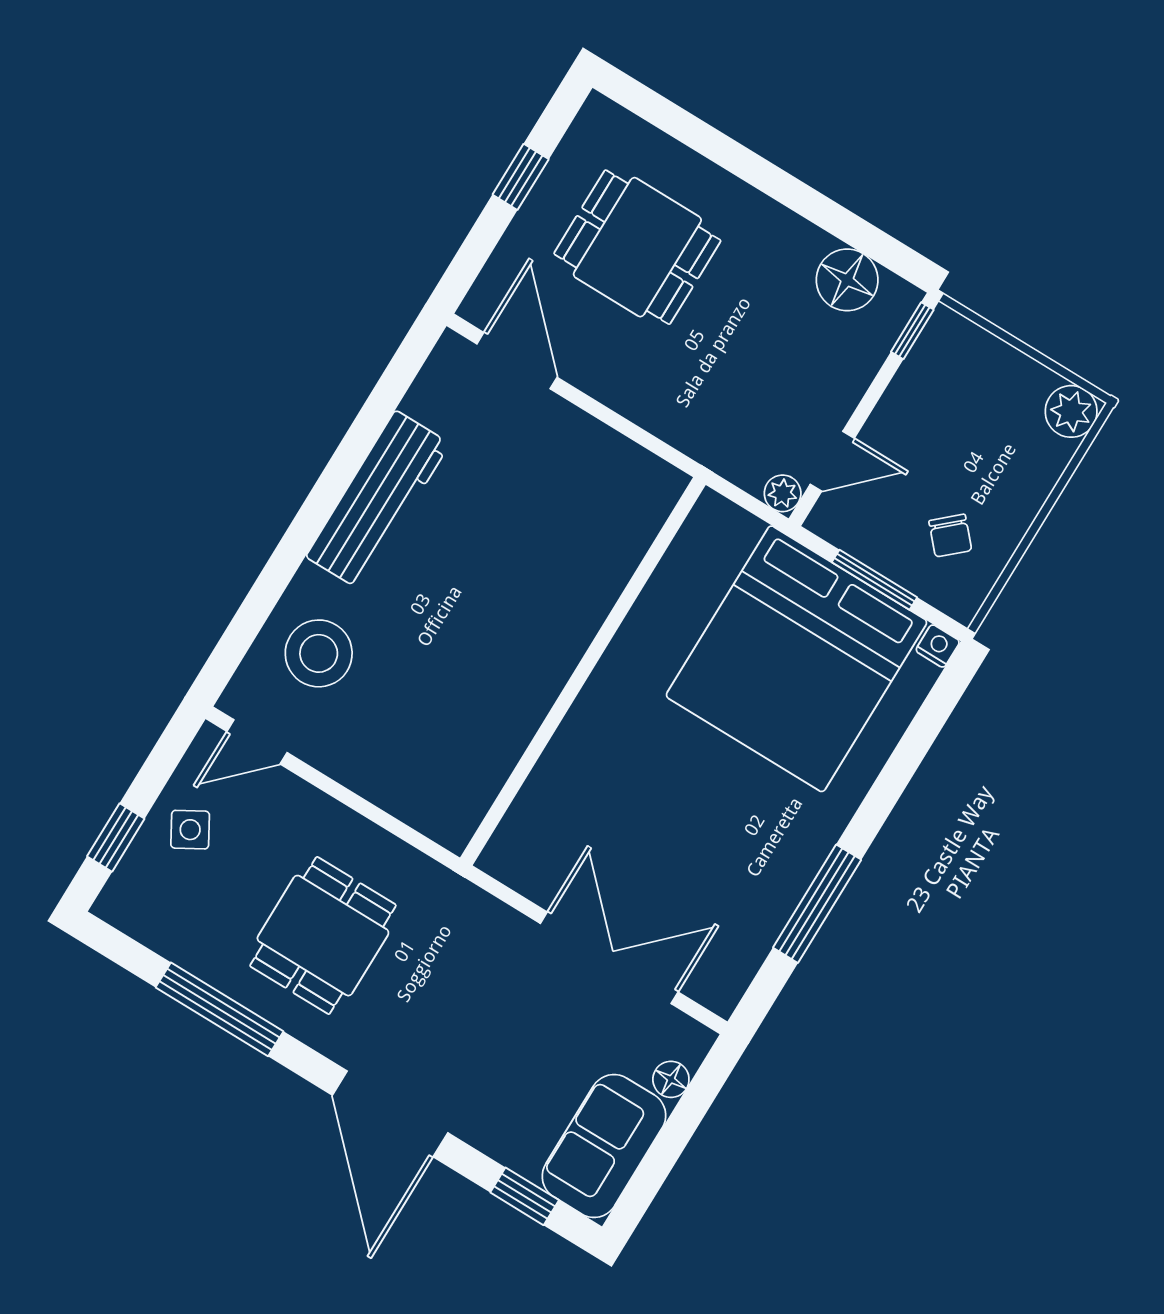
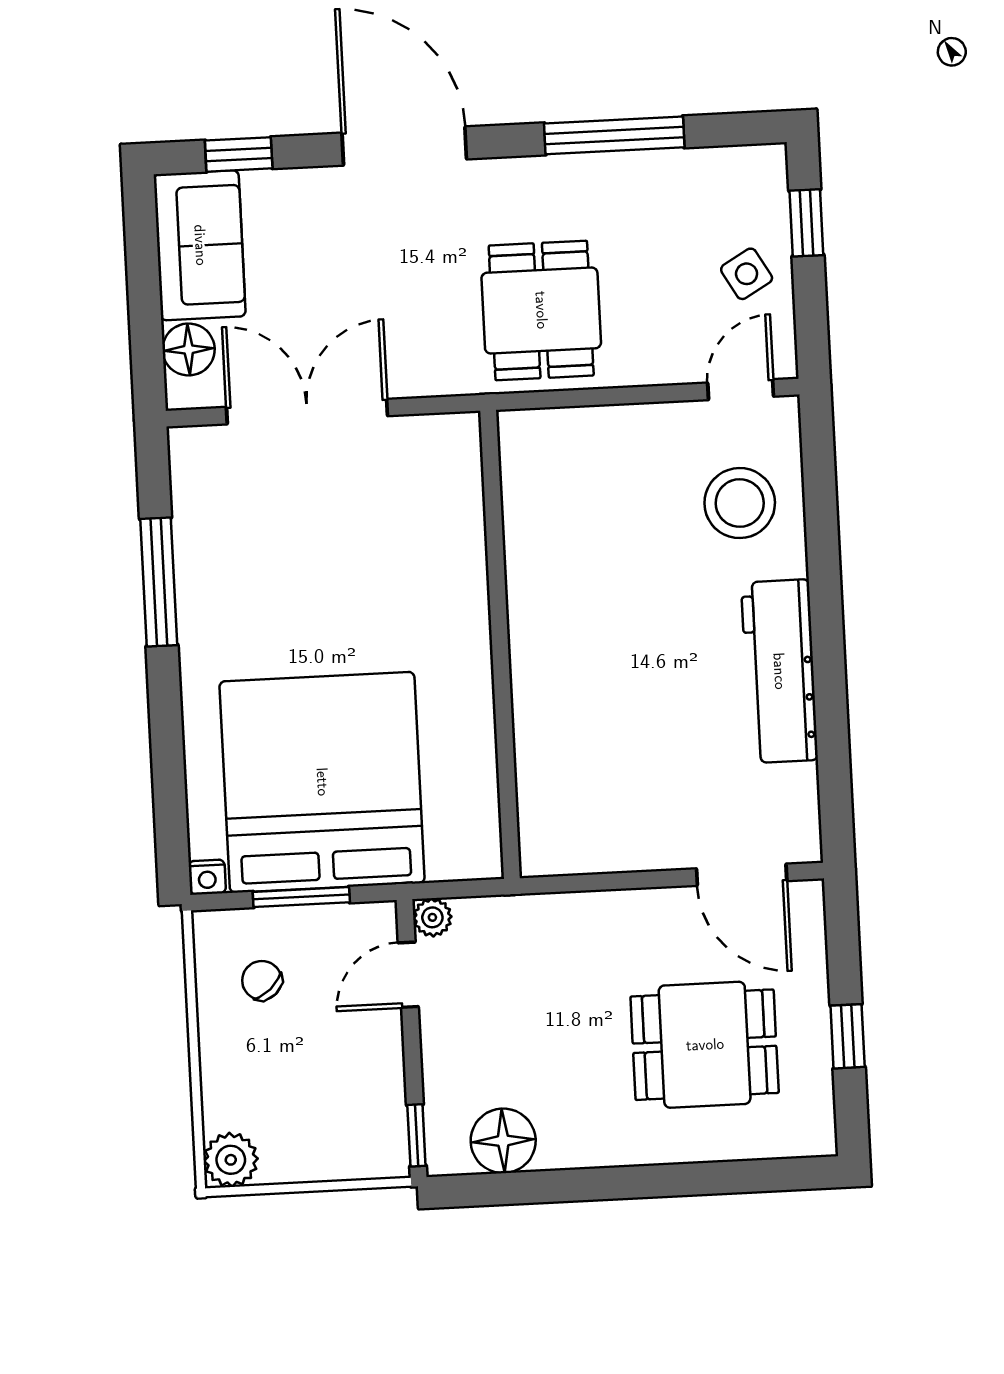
dining table: (323, 936) -> (541, 310), moved
double door: (609, 958) -> (307, 412), swing flipped
floor lamp: (671, 1079) -> (189, 349), width x1.37, depth x1.37

